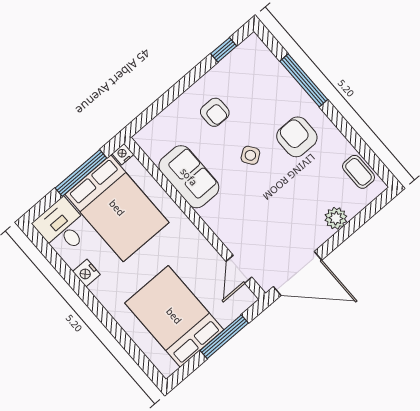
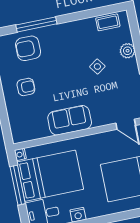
armchair: (297, 137) -> (28, 48), moved
side table: (250, 155) -> (97, 67), moved
sofa: (189, 177) -> (70, 120), moved

